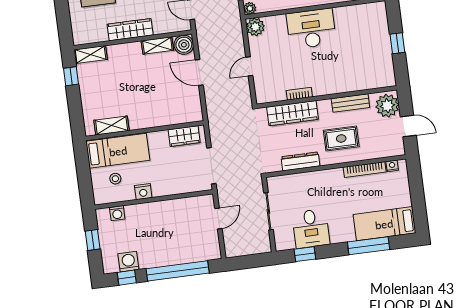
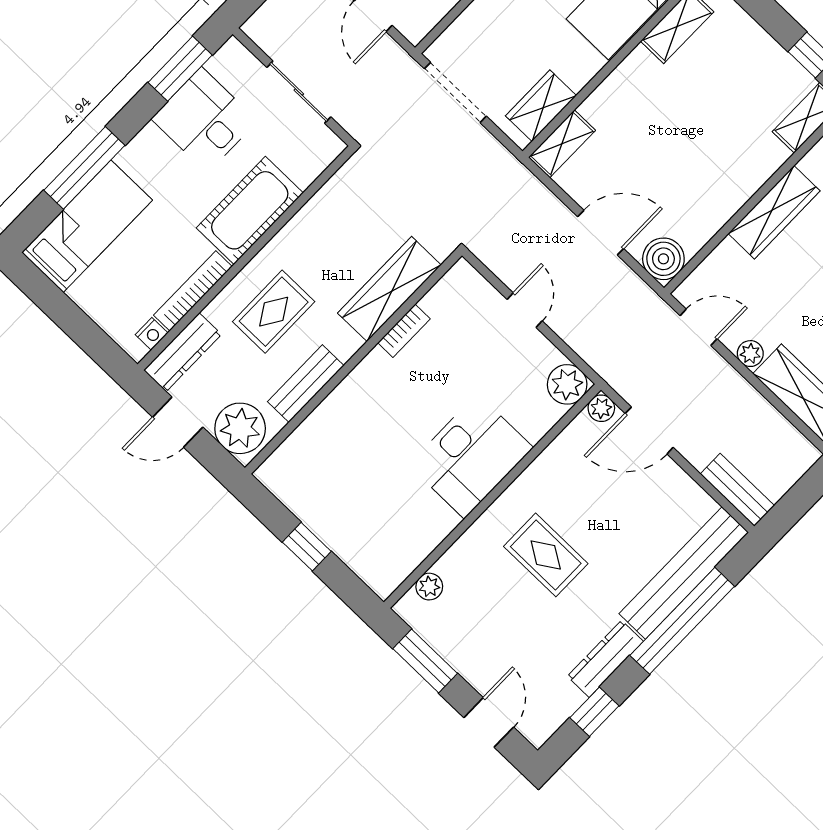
shelving: (157, 45) -> (562, 144), moved
dresser: (301, 161) -> (183, 352), moved
cot: (321, 182) -> (250, 210), added
window: (305, 254) -> (180, 69), width x1.50

